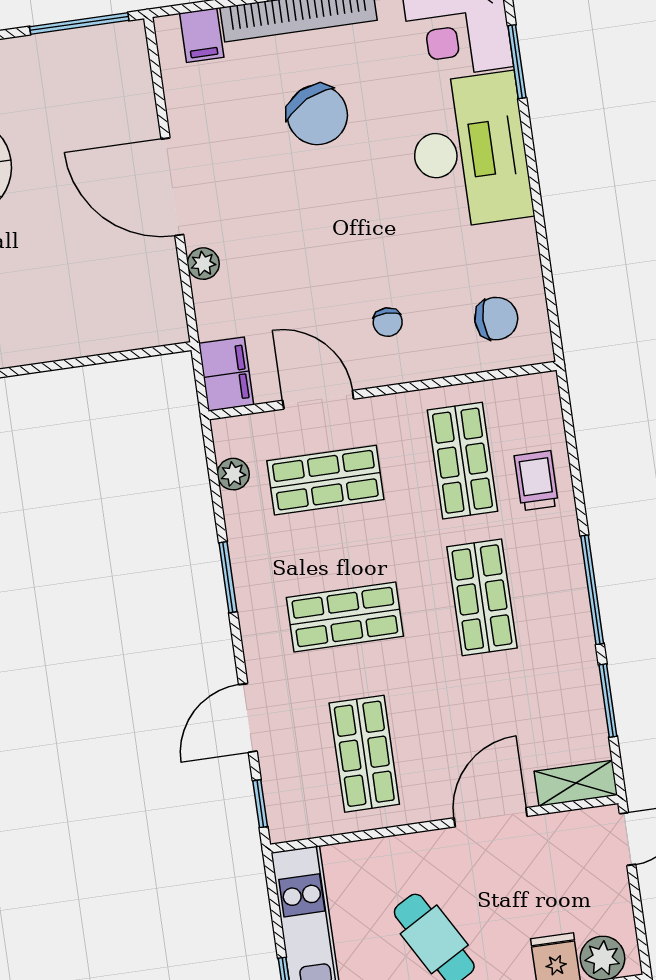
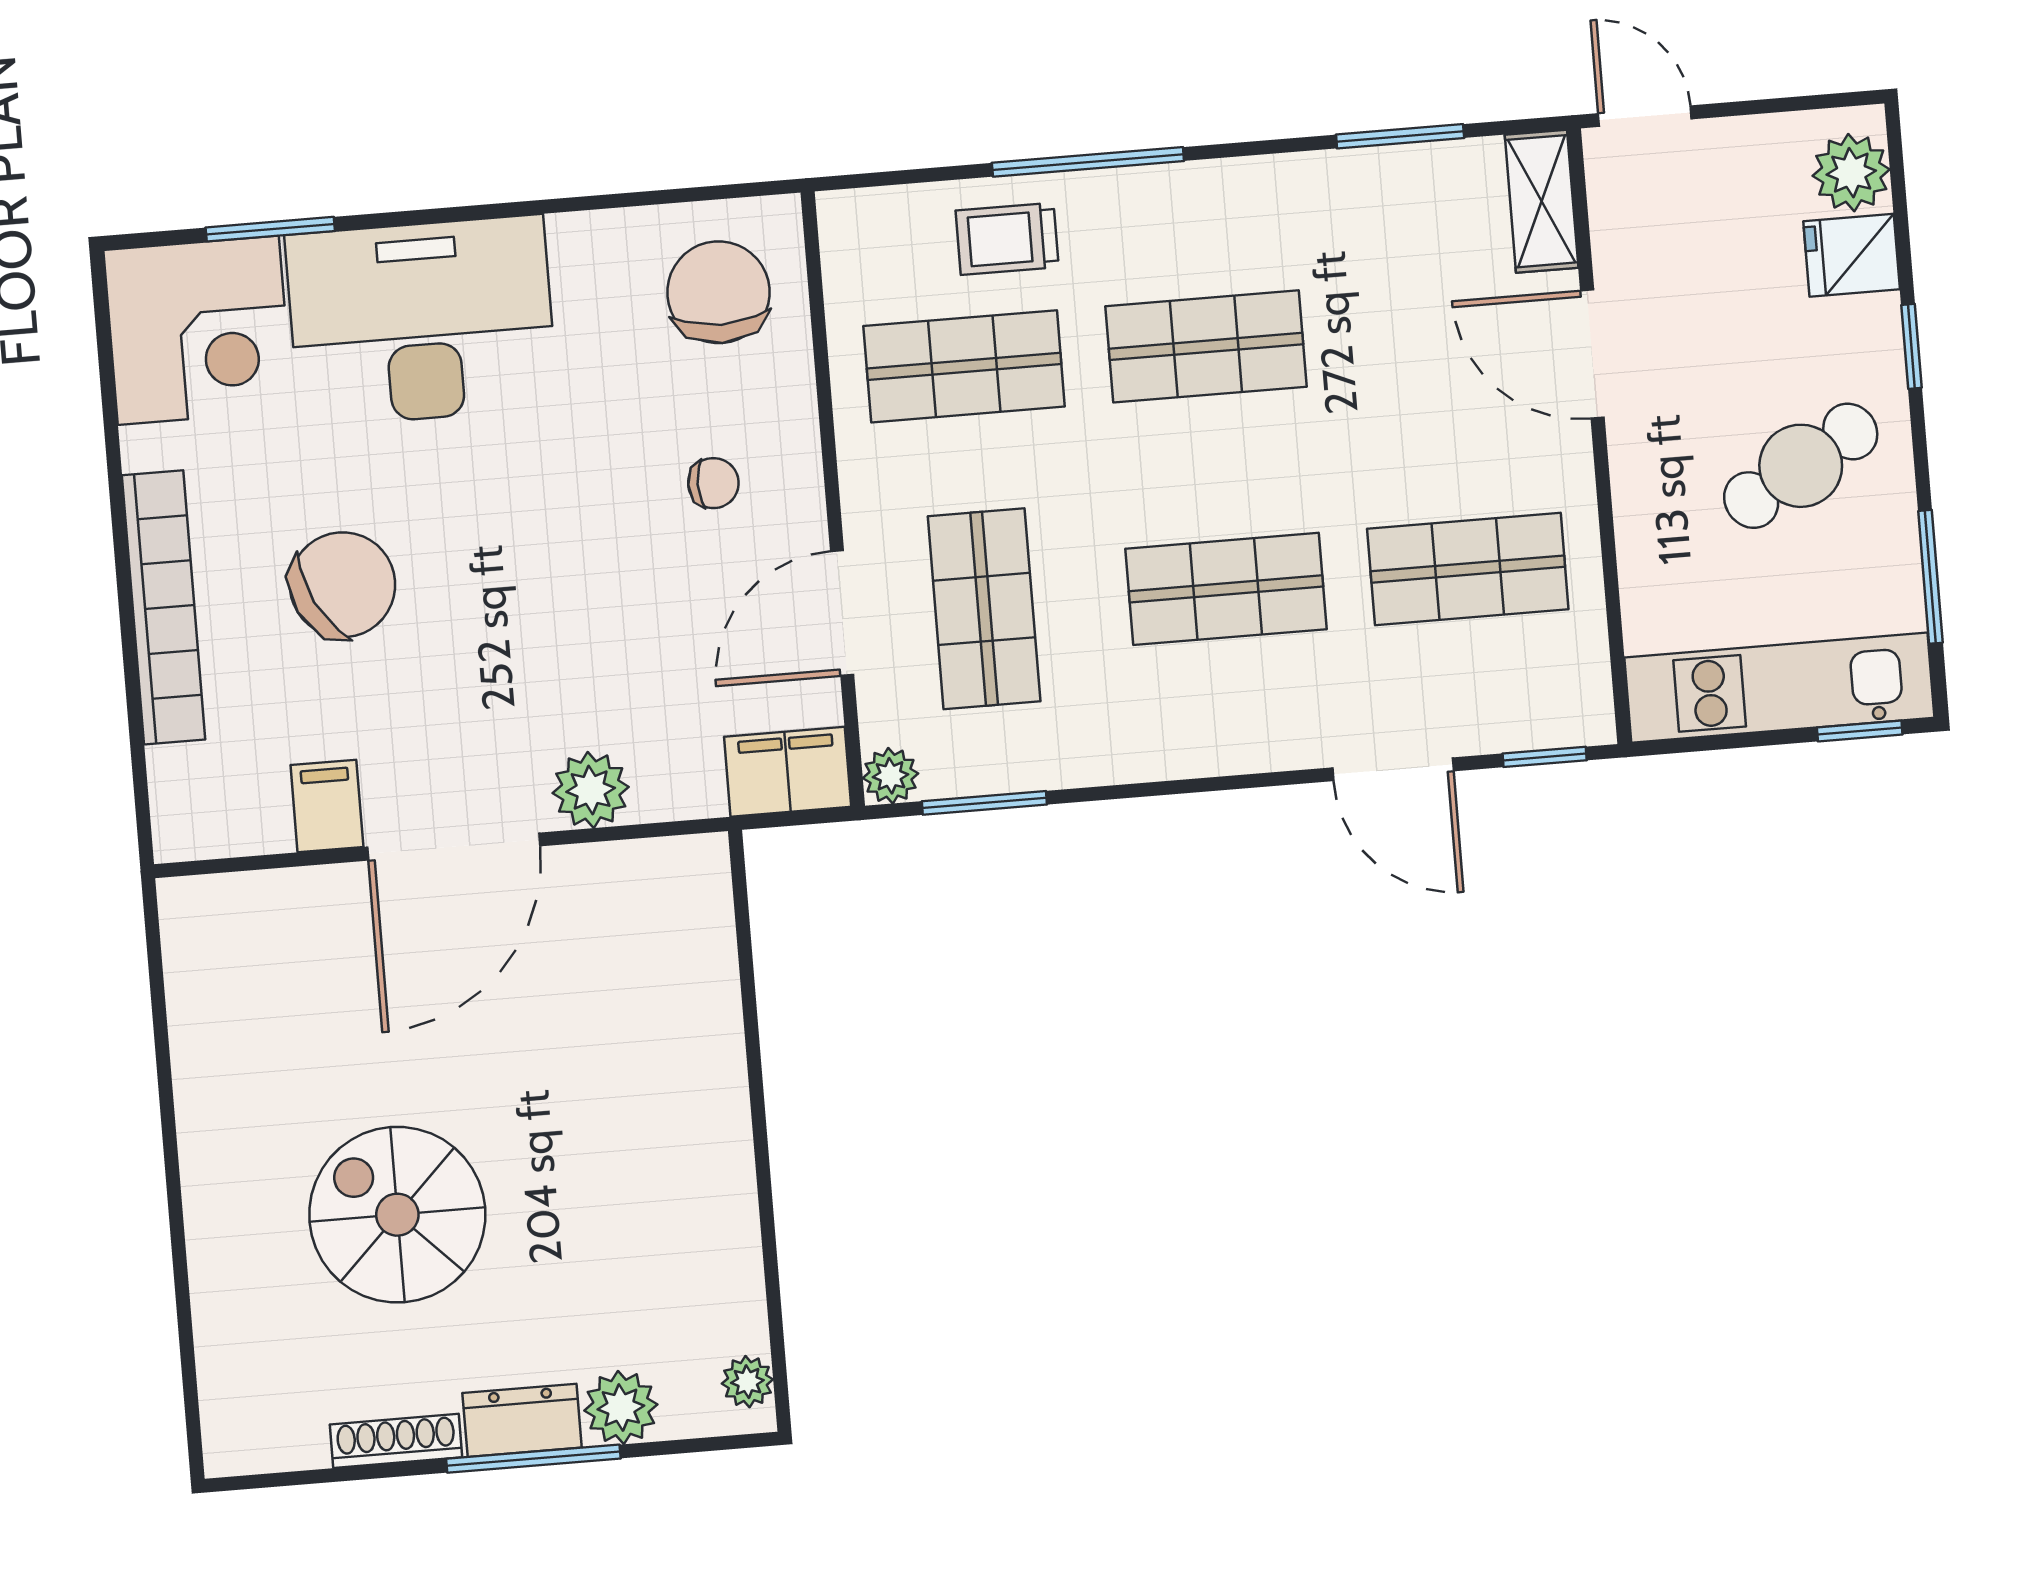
window: (79, 23) -> (158, 993), removed
filing cabinet: (202, 35) -> (327, 806), moved, turned -90
plant: (203, 264) -> (591, 790), width x1.38, depth x1.38
chair: (496, 319) -> (718, 292), width x1.37, depth x1.37
plant: (233, 474) -> (890, 776), moved
window: (228, 577) -> (984, 803), moved
window: (592, 590) -> (1088, 162), moved
shop shelf: (345, 617) -> (1226, 589), turned 90

